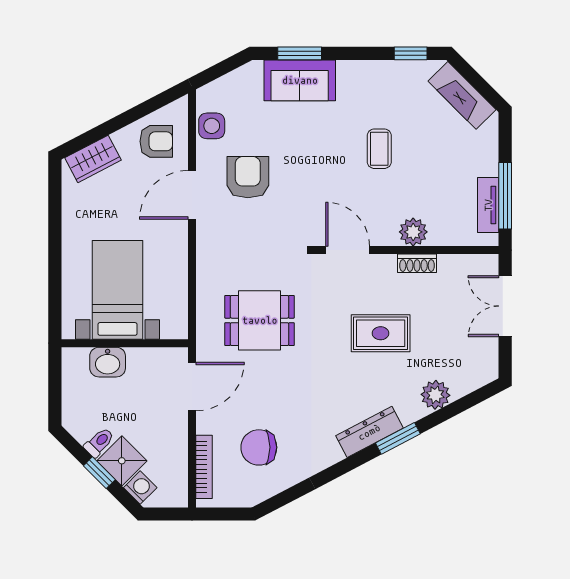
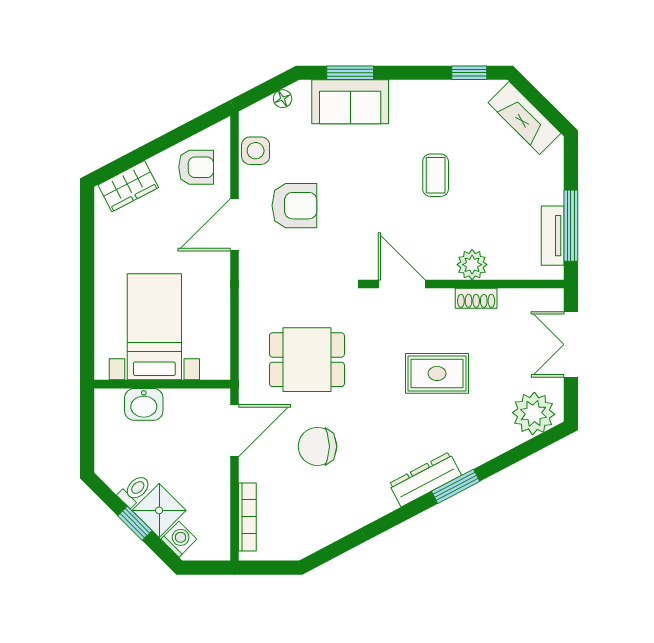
floor lamp: (237, 77) -> (283, 99), added
armchair: (248, 177) -> (294, 206), turned 90
plant: (435, 395) -> (534, 413), moved, width x1.36, depth x1.36
chair: (259, 447) -> (317, 446), moved

